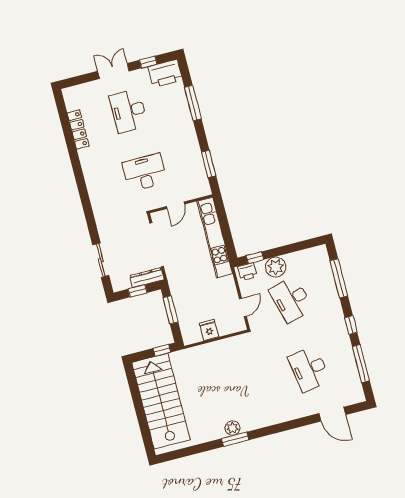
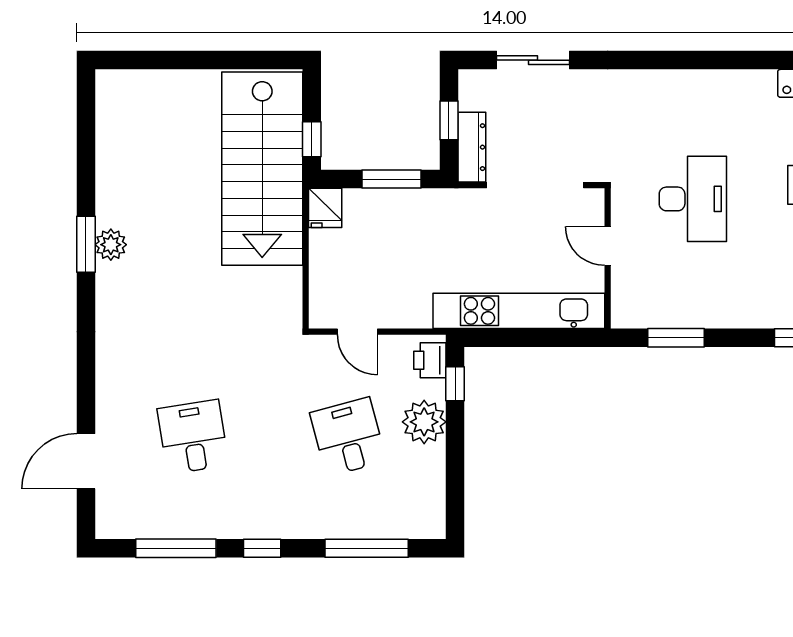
desk: (291, 299) -> (348, 437), width x0.73
fridge: (209, 330) -> (325, 208), moved, turned 90
desk: (309, 369) -> (193, 437), width x0.73
stairs: (161, 401) -> (262, 169), moved, turned 90

